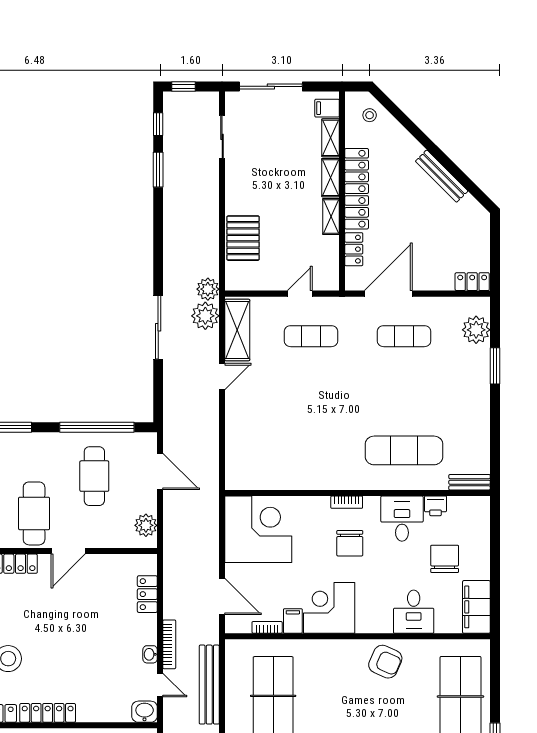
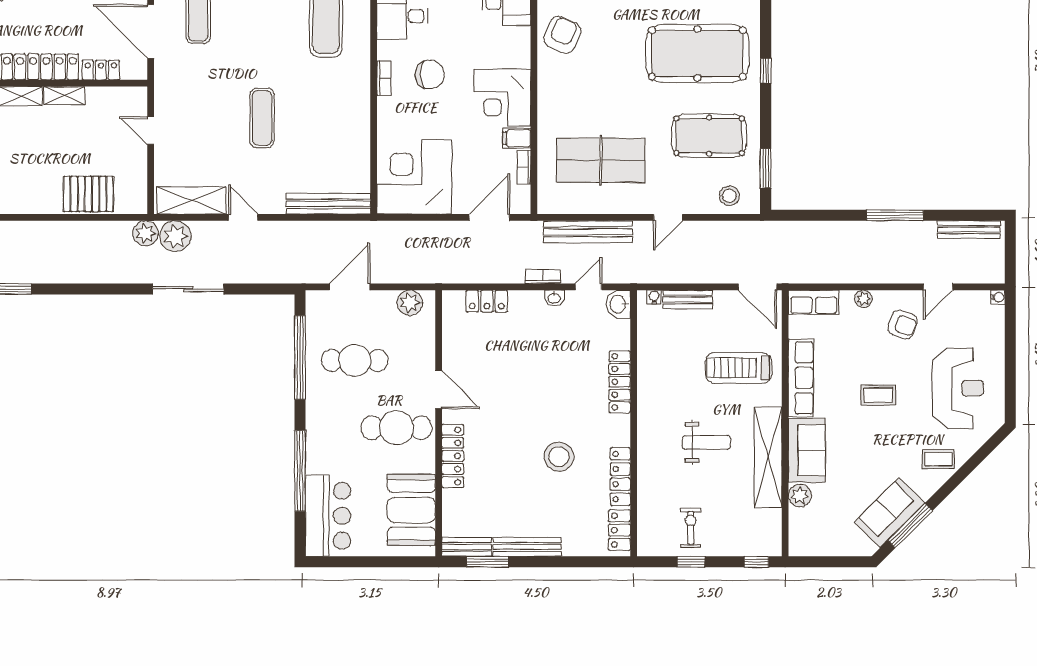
exercise mat: (311, 336) -> (262, 118), moved
bench: (234, 452) -> (328, 204), added
bookcase: (169, 644) -> (543, 277), width x0.64
locker: (48, 713) -> (620, 382), moved

